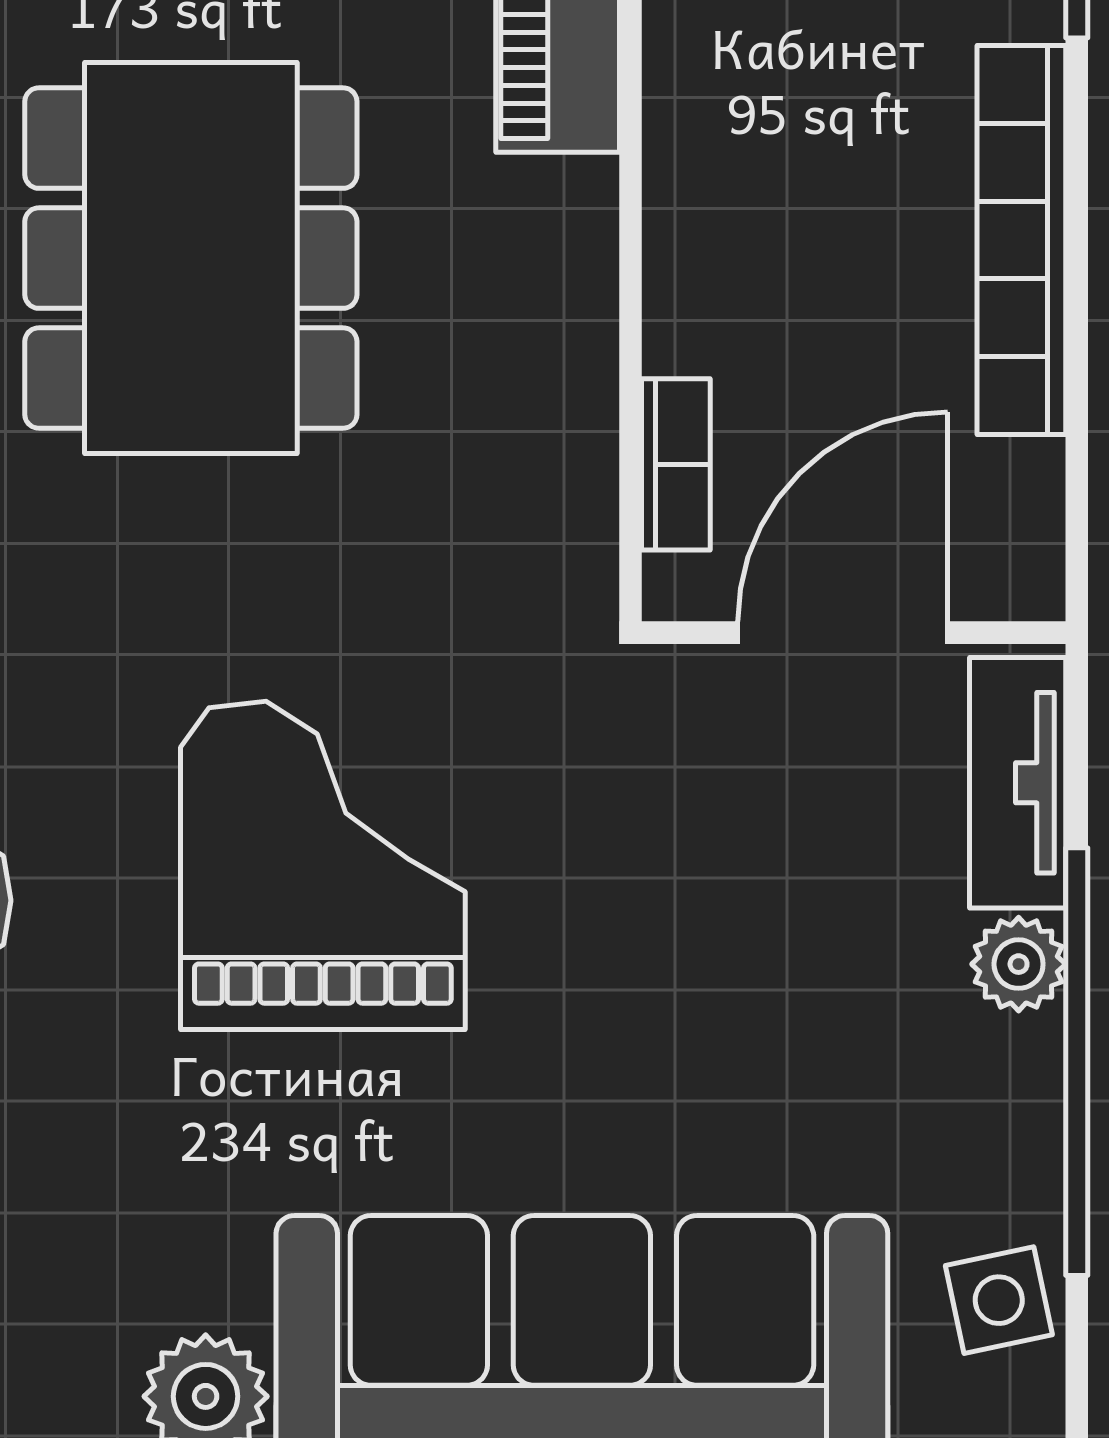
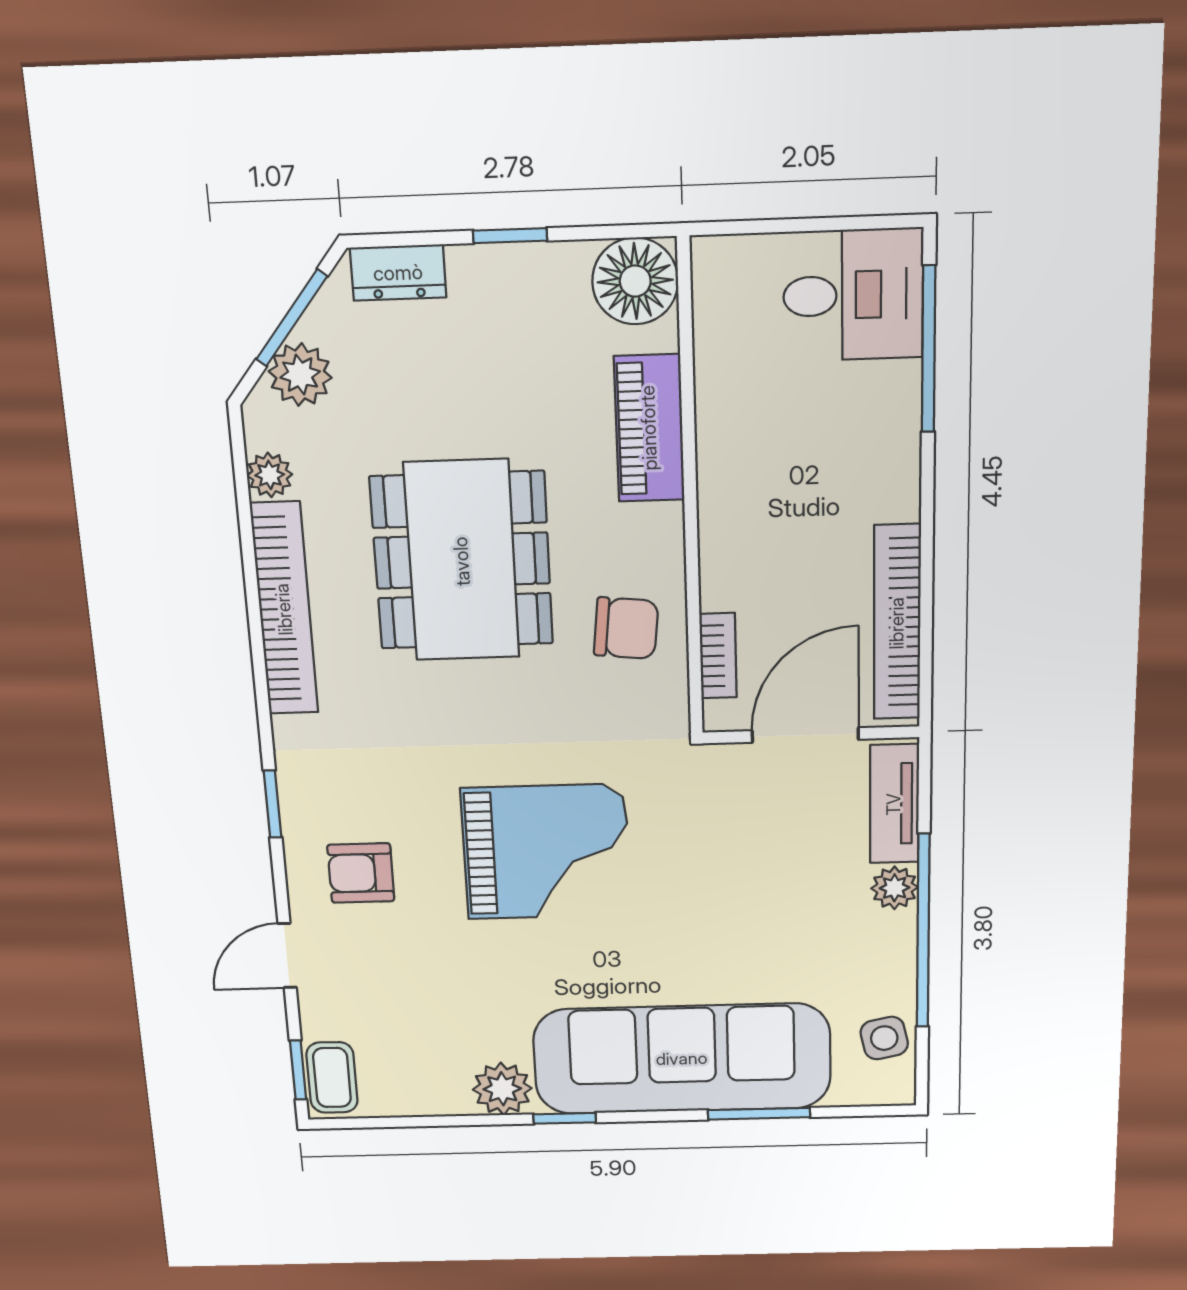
bookcase: (1021, 240) -> (897, 623), moved
chair: (500, 403) -> (626, 628), added
grand piano: (323, 865) -> (546, 852), turned 90

